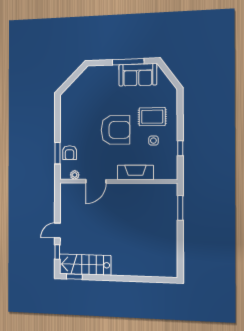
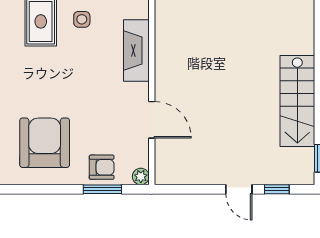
armchair: (115, 130) -> (45, 143), moved
plant: (75, 175) -> (141, 176), moved
stairs: (85, 265) -> (297, 101), moved

